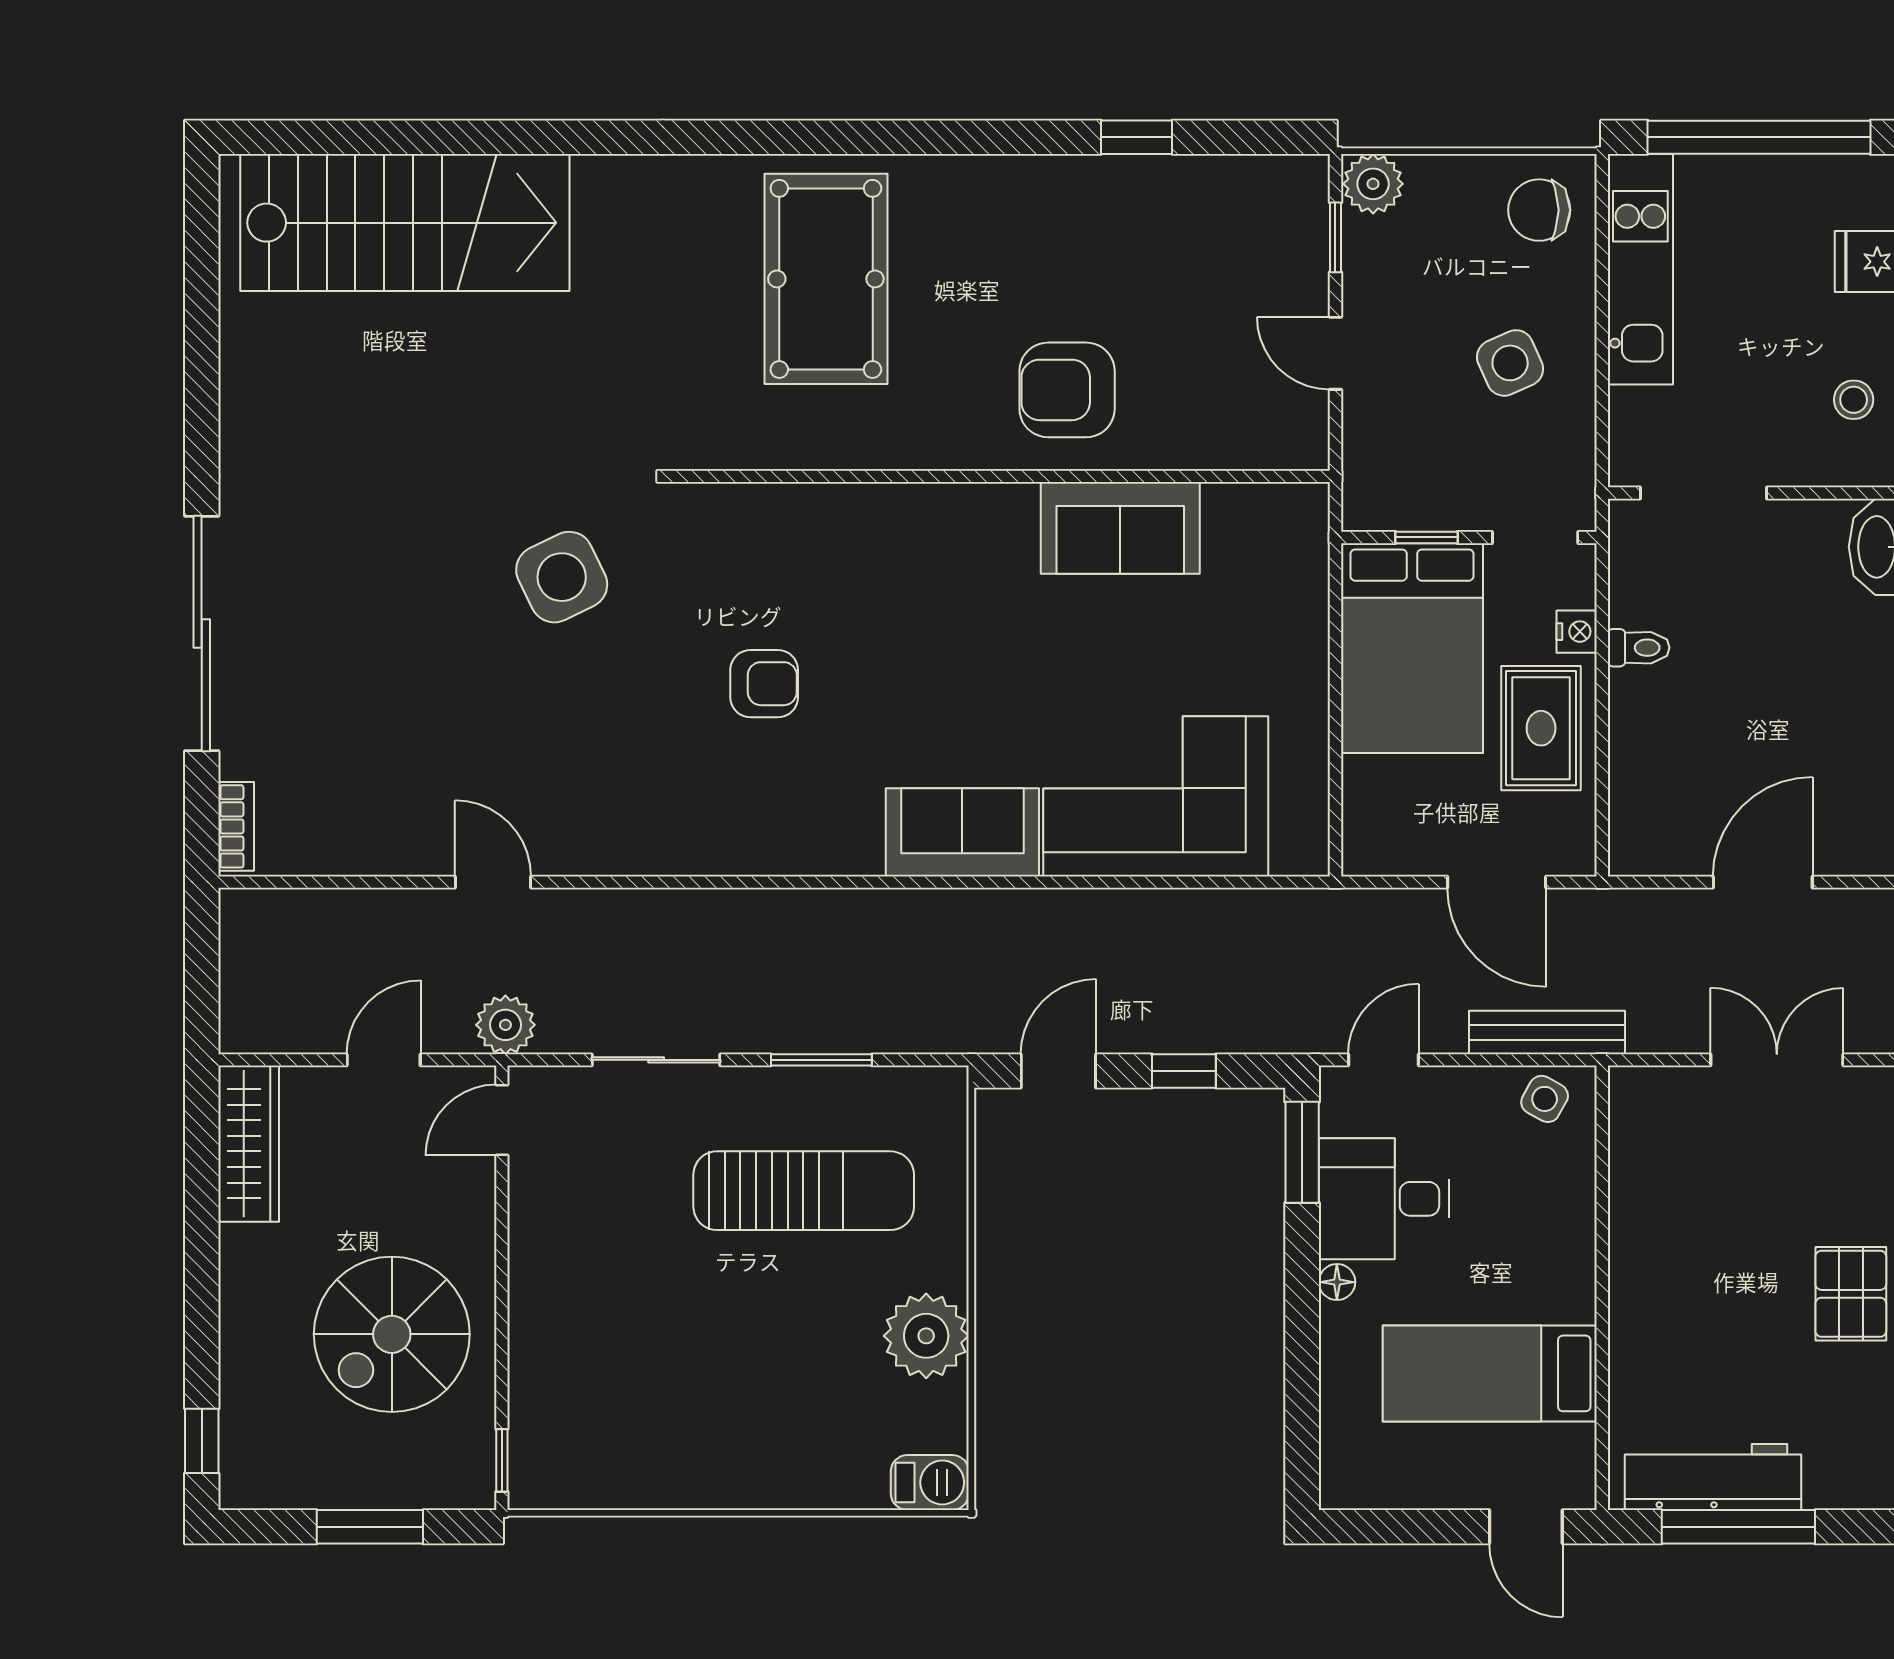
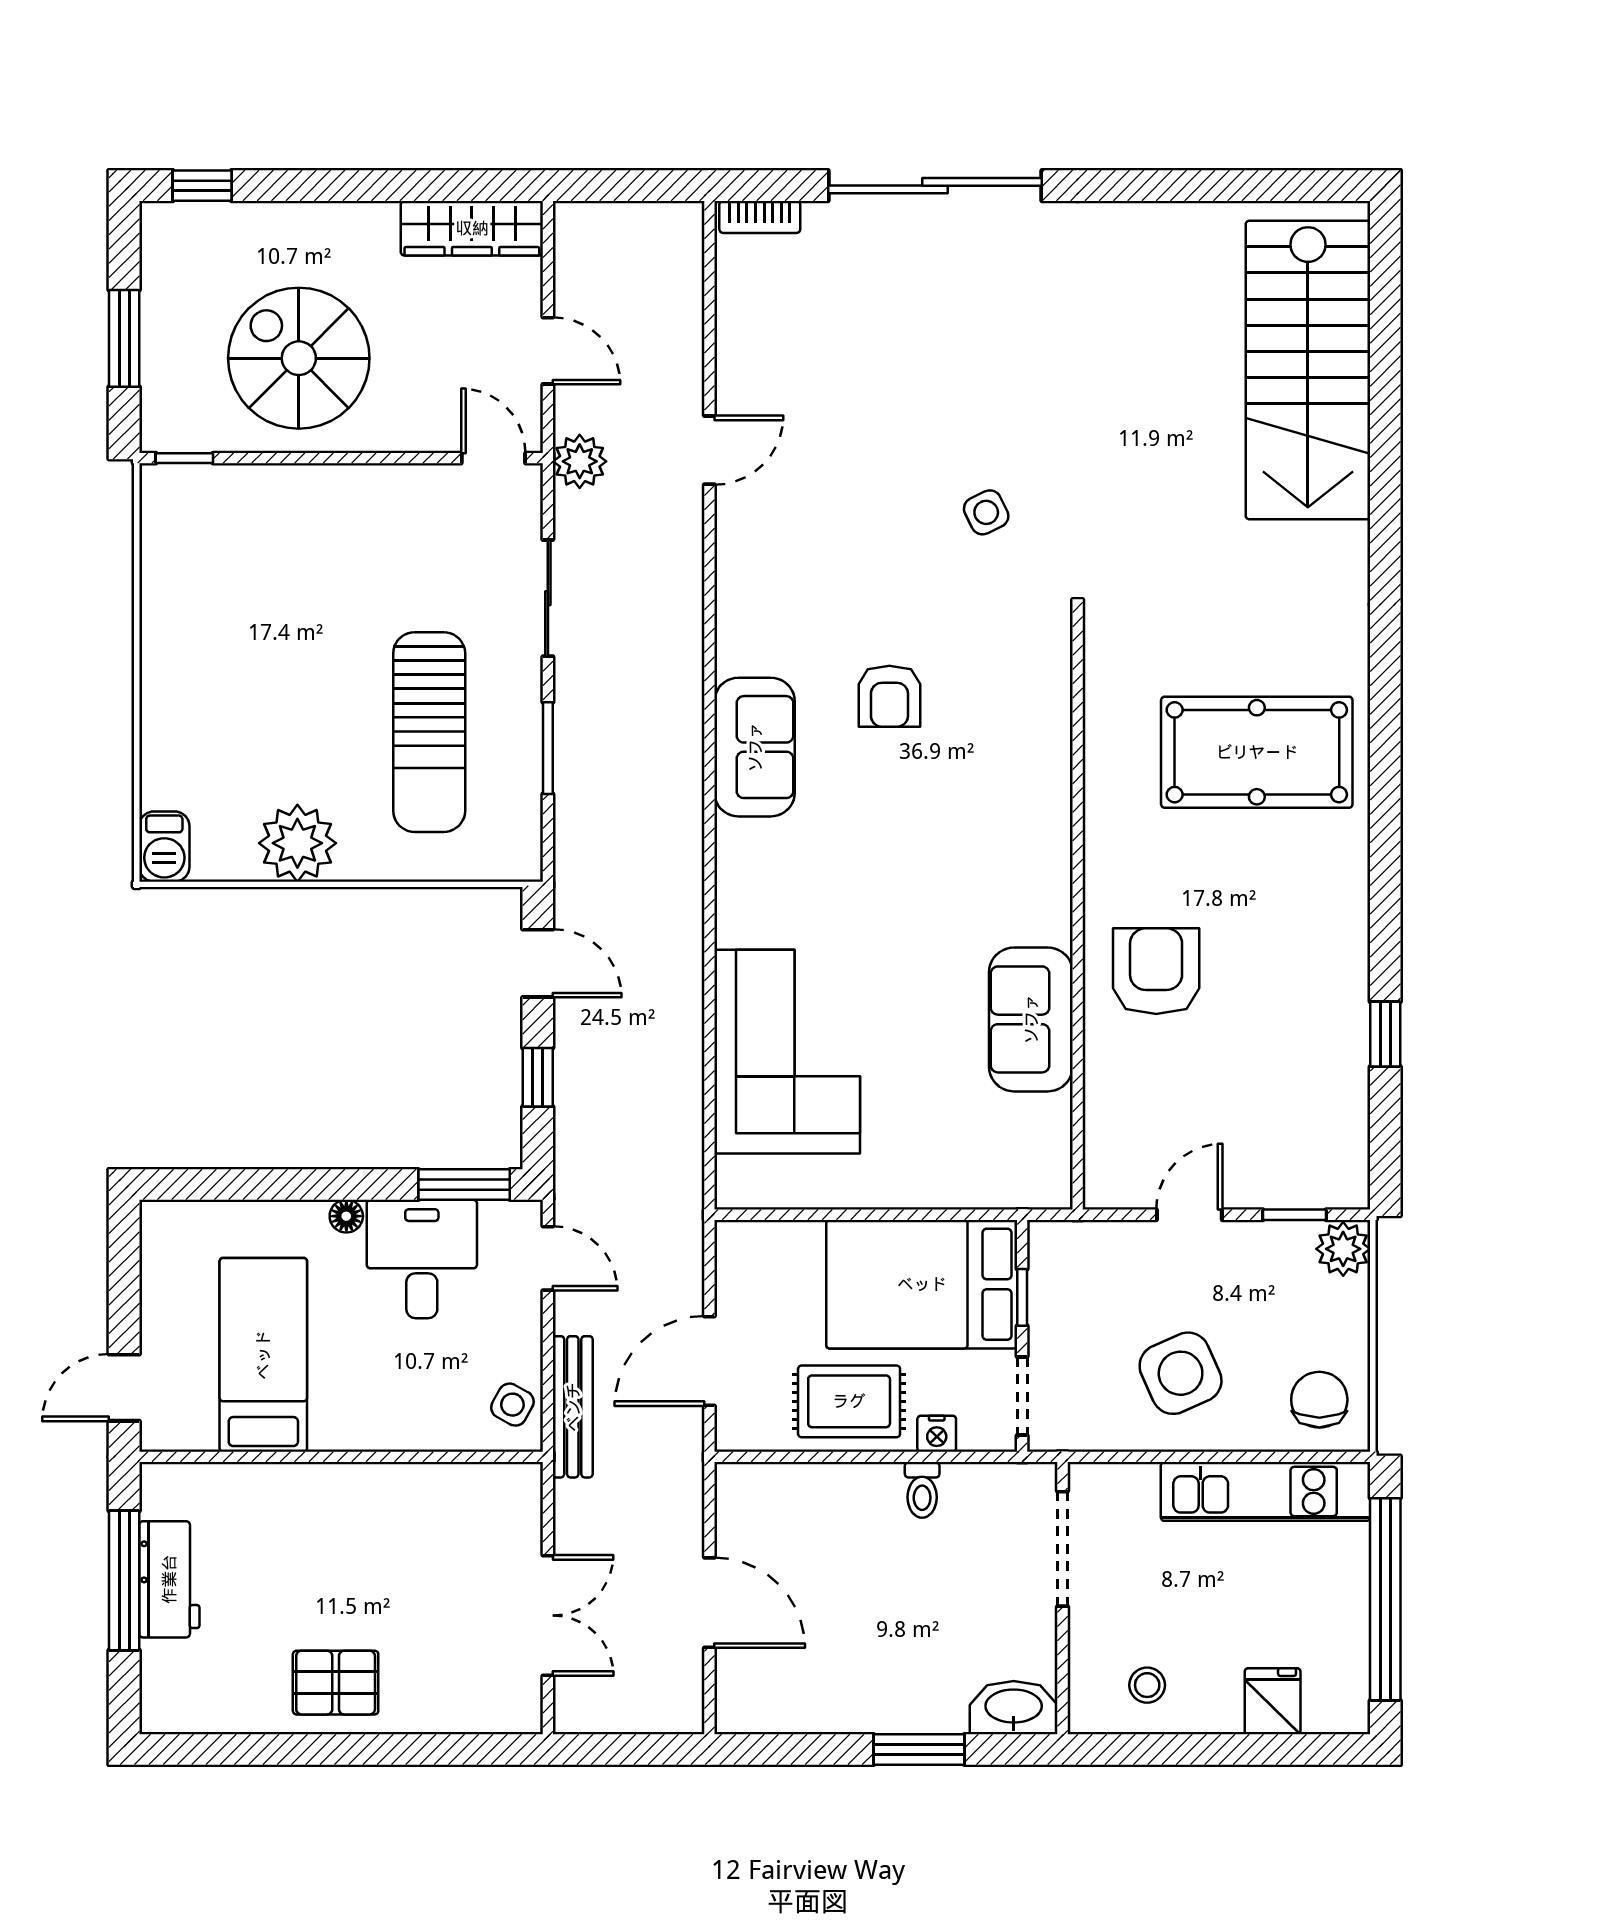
side table: (1510, 363) -> (1181, 1373), width x1.37, depth x1.37
side table: (562, 577) -> (986, 512), width x0.54, depth x0.54
sofa: (962, 832) -> (755, 747), moved
workbench: (1713, 1477) -> (169, 1579), width x0.73

